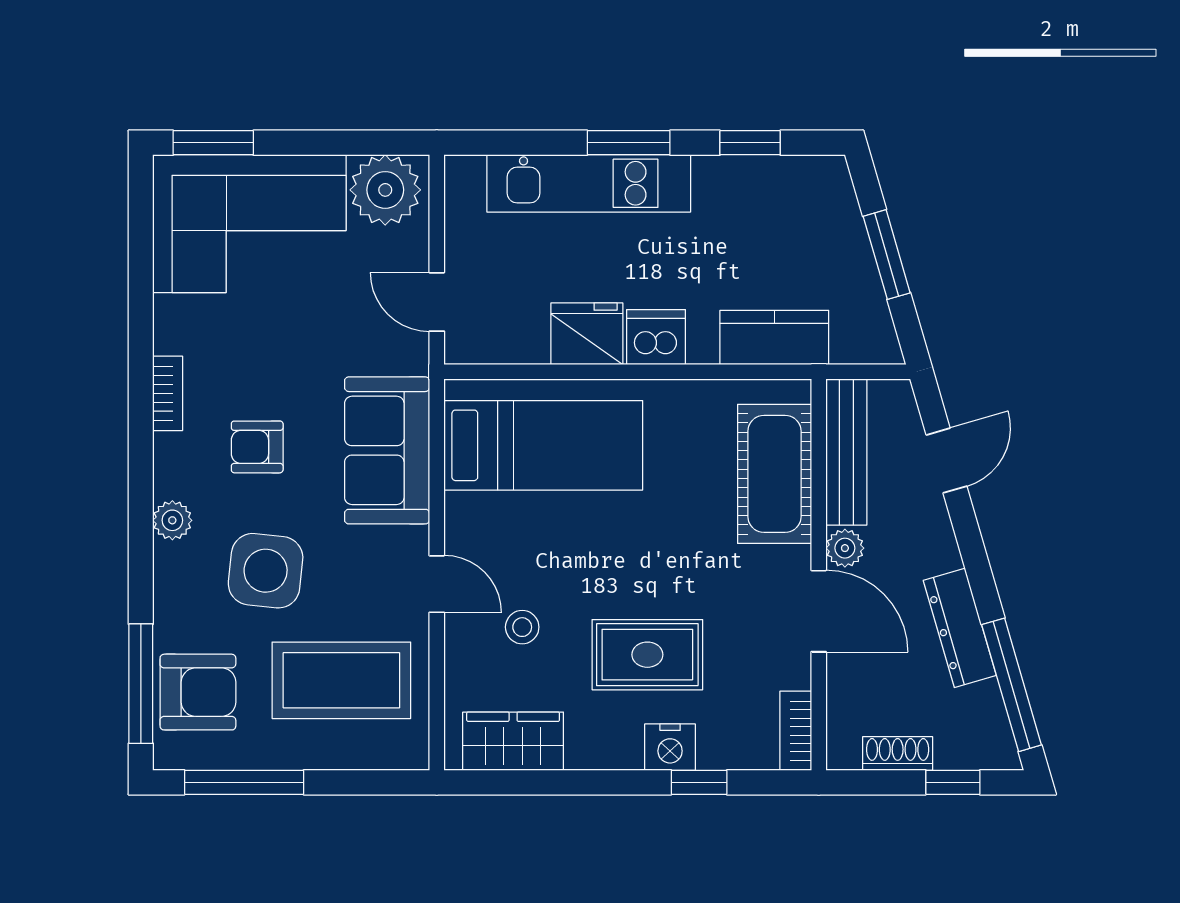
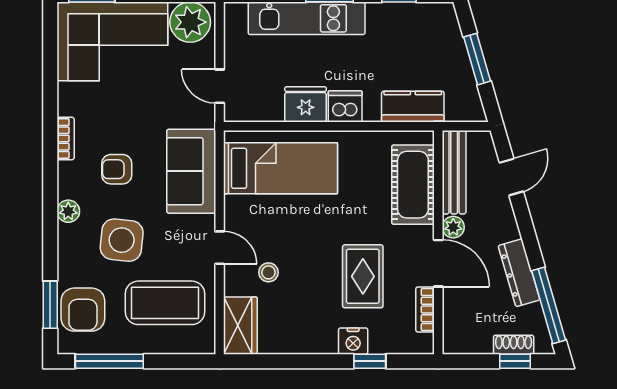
rug: (647, 655) -> (363, 276), moved, turned 90
window: (141, 684) -> (50, 305), width x0.69
armchair: (198, 692) -> (83, 310), turned 90
bookcase: (796, 731) -> (425, 310), moved
wardrobe: (513, 741) -> (240, 326), moved, turned 90
shoe rack: (898, 754) -> (514, 345), moved

